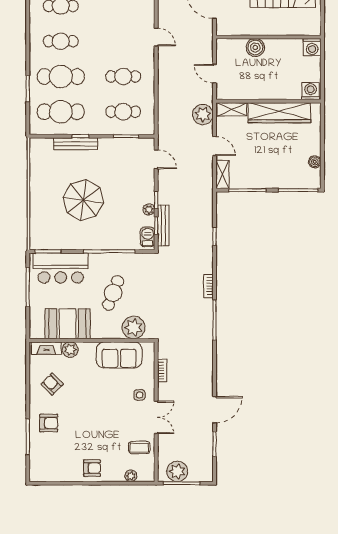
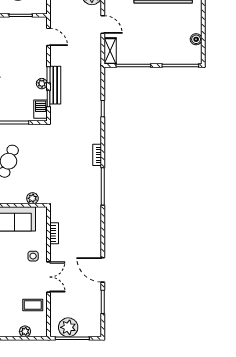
bench: (163, 225) -> (55, 85), moved
plant: (134, 328) -> (32, 198), width x0.53, depth x0.53
door: (214, 410) -> (103, 270), swing flipped

